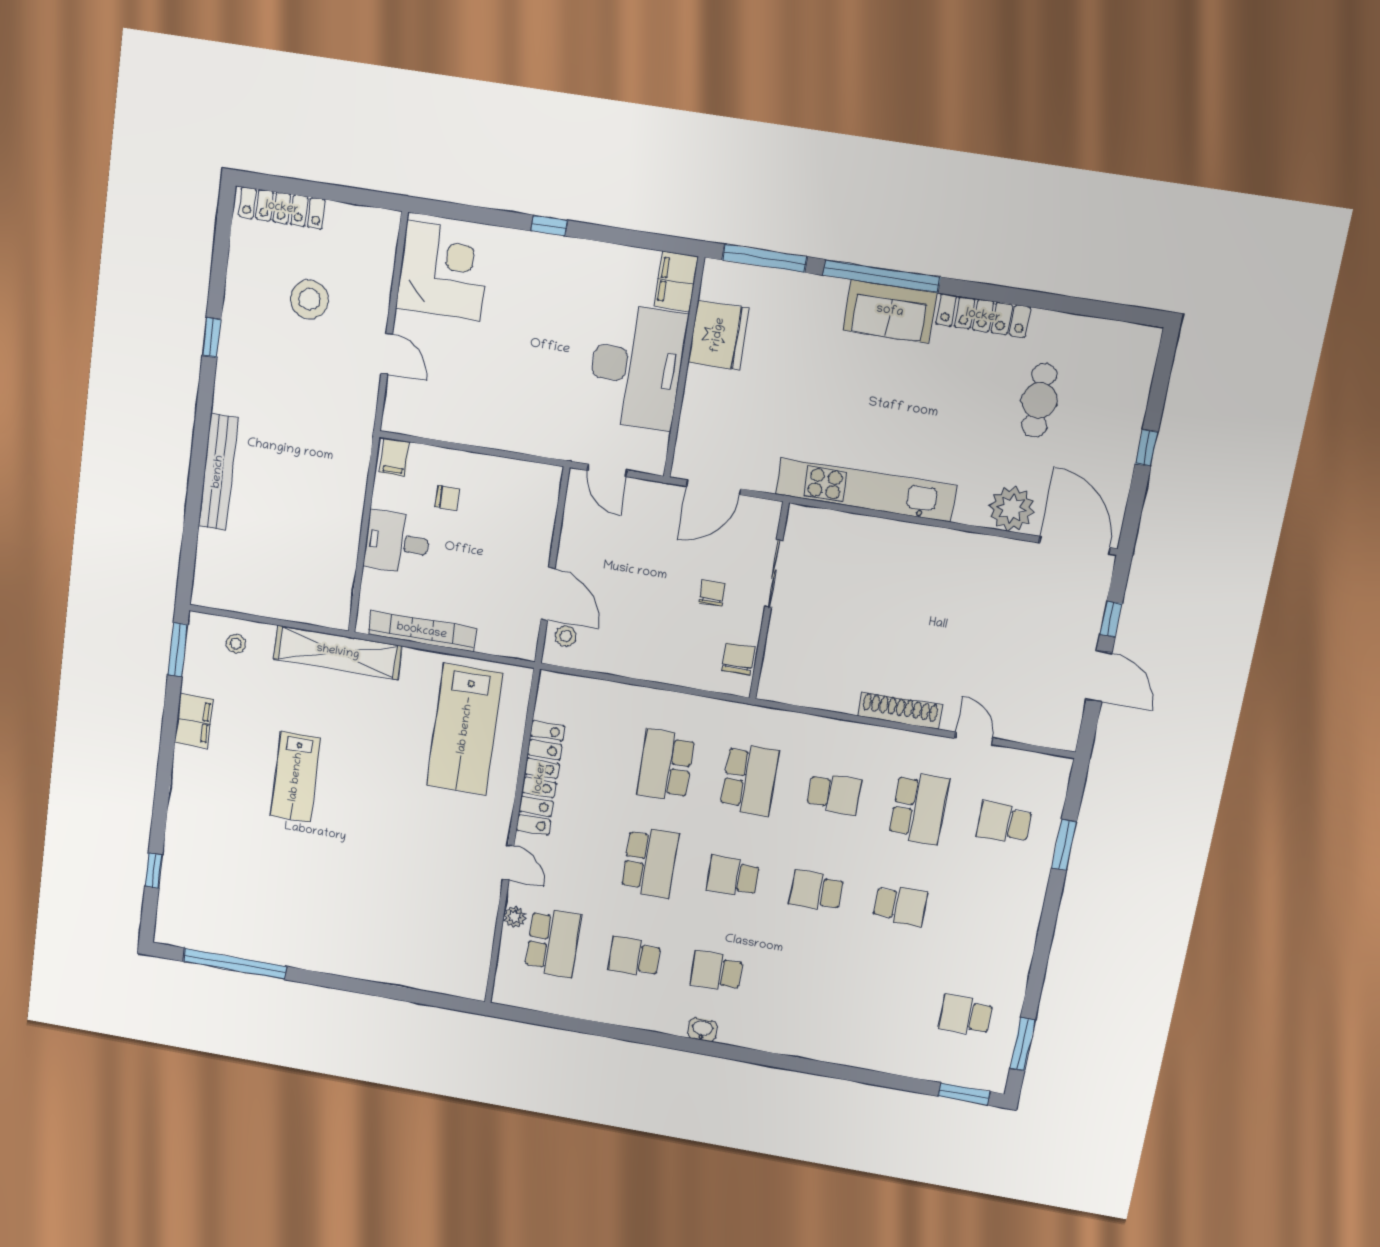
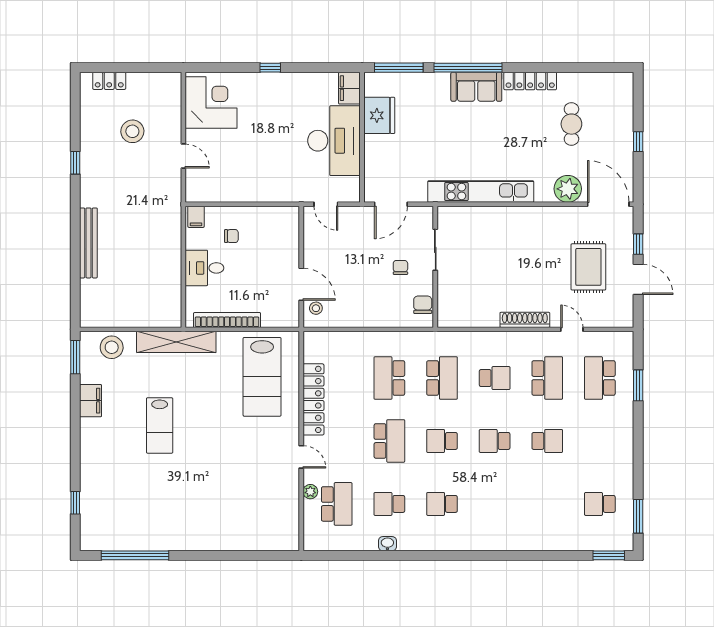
locker: (282, 208) -> (109, 81), width x0.66
rug: (1021, 643) -> (588, 267), added
stool: (236, 644) -> (112, 347), width x1.89, depth x1.89
school desk: (1004, 823) -> (600, 378), width x1.85
washbasin: (702, 1030) -> (387, 544), moved

